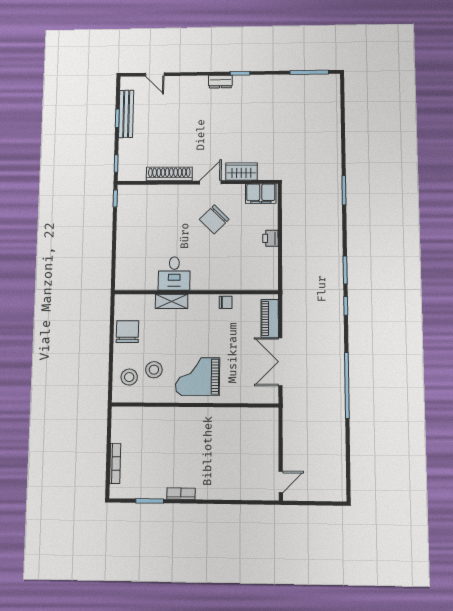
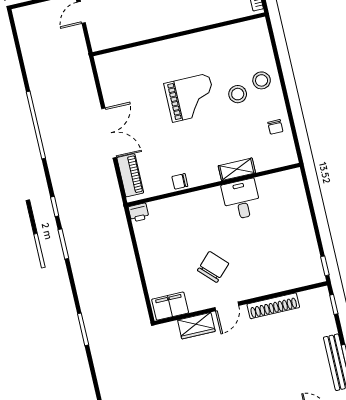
printer: (270, 238) -> (139, 213), moved, turned 90
chair: (127, 332) -> (275, 127), width x0.54, depth x0.54
wall: (195, 405) -> (179, 34), moved

